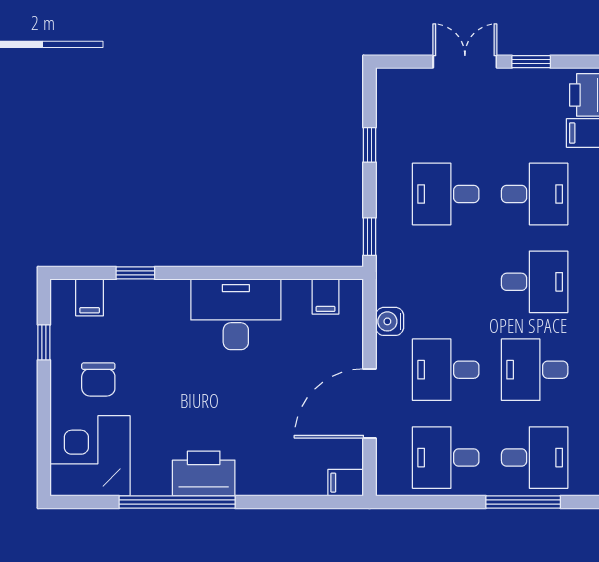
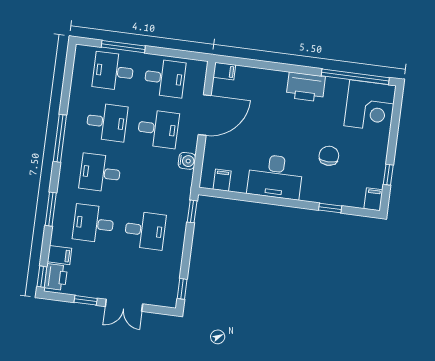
window: (370, 145) -> (182, 289), moved
filing cabinet: (90, 297) -> (373, 199), moved
chair: (98, 379) -> (329, 156), moved
window: (177, 502) -> (355, 77), moved

